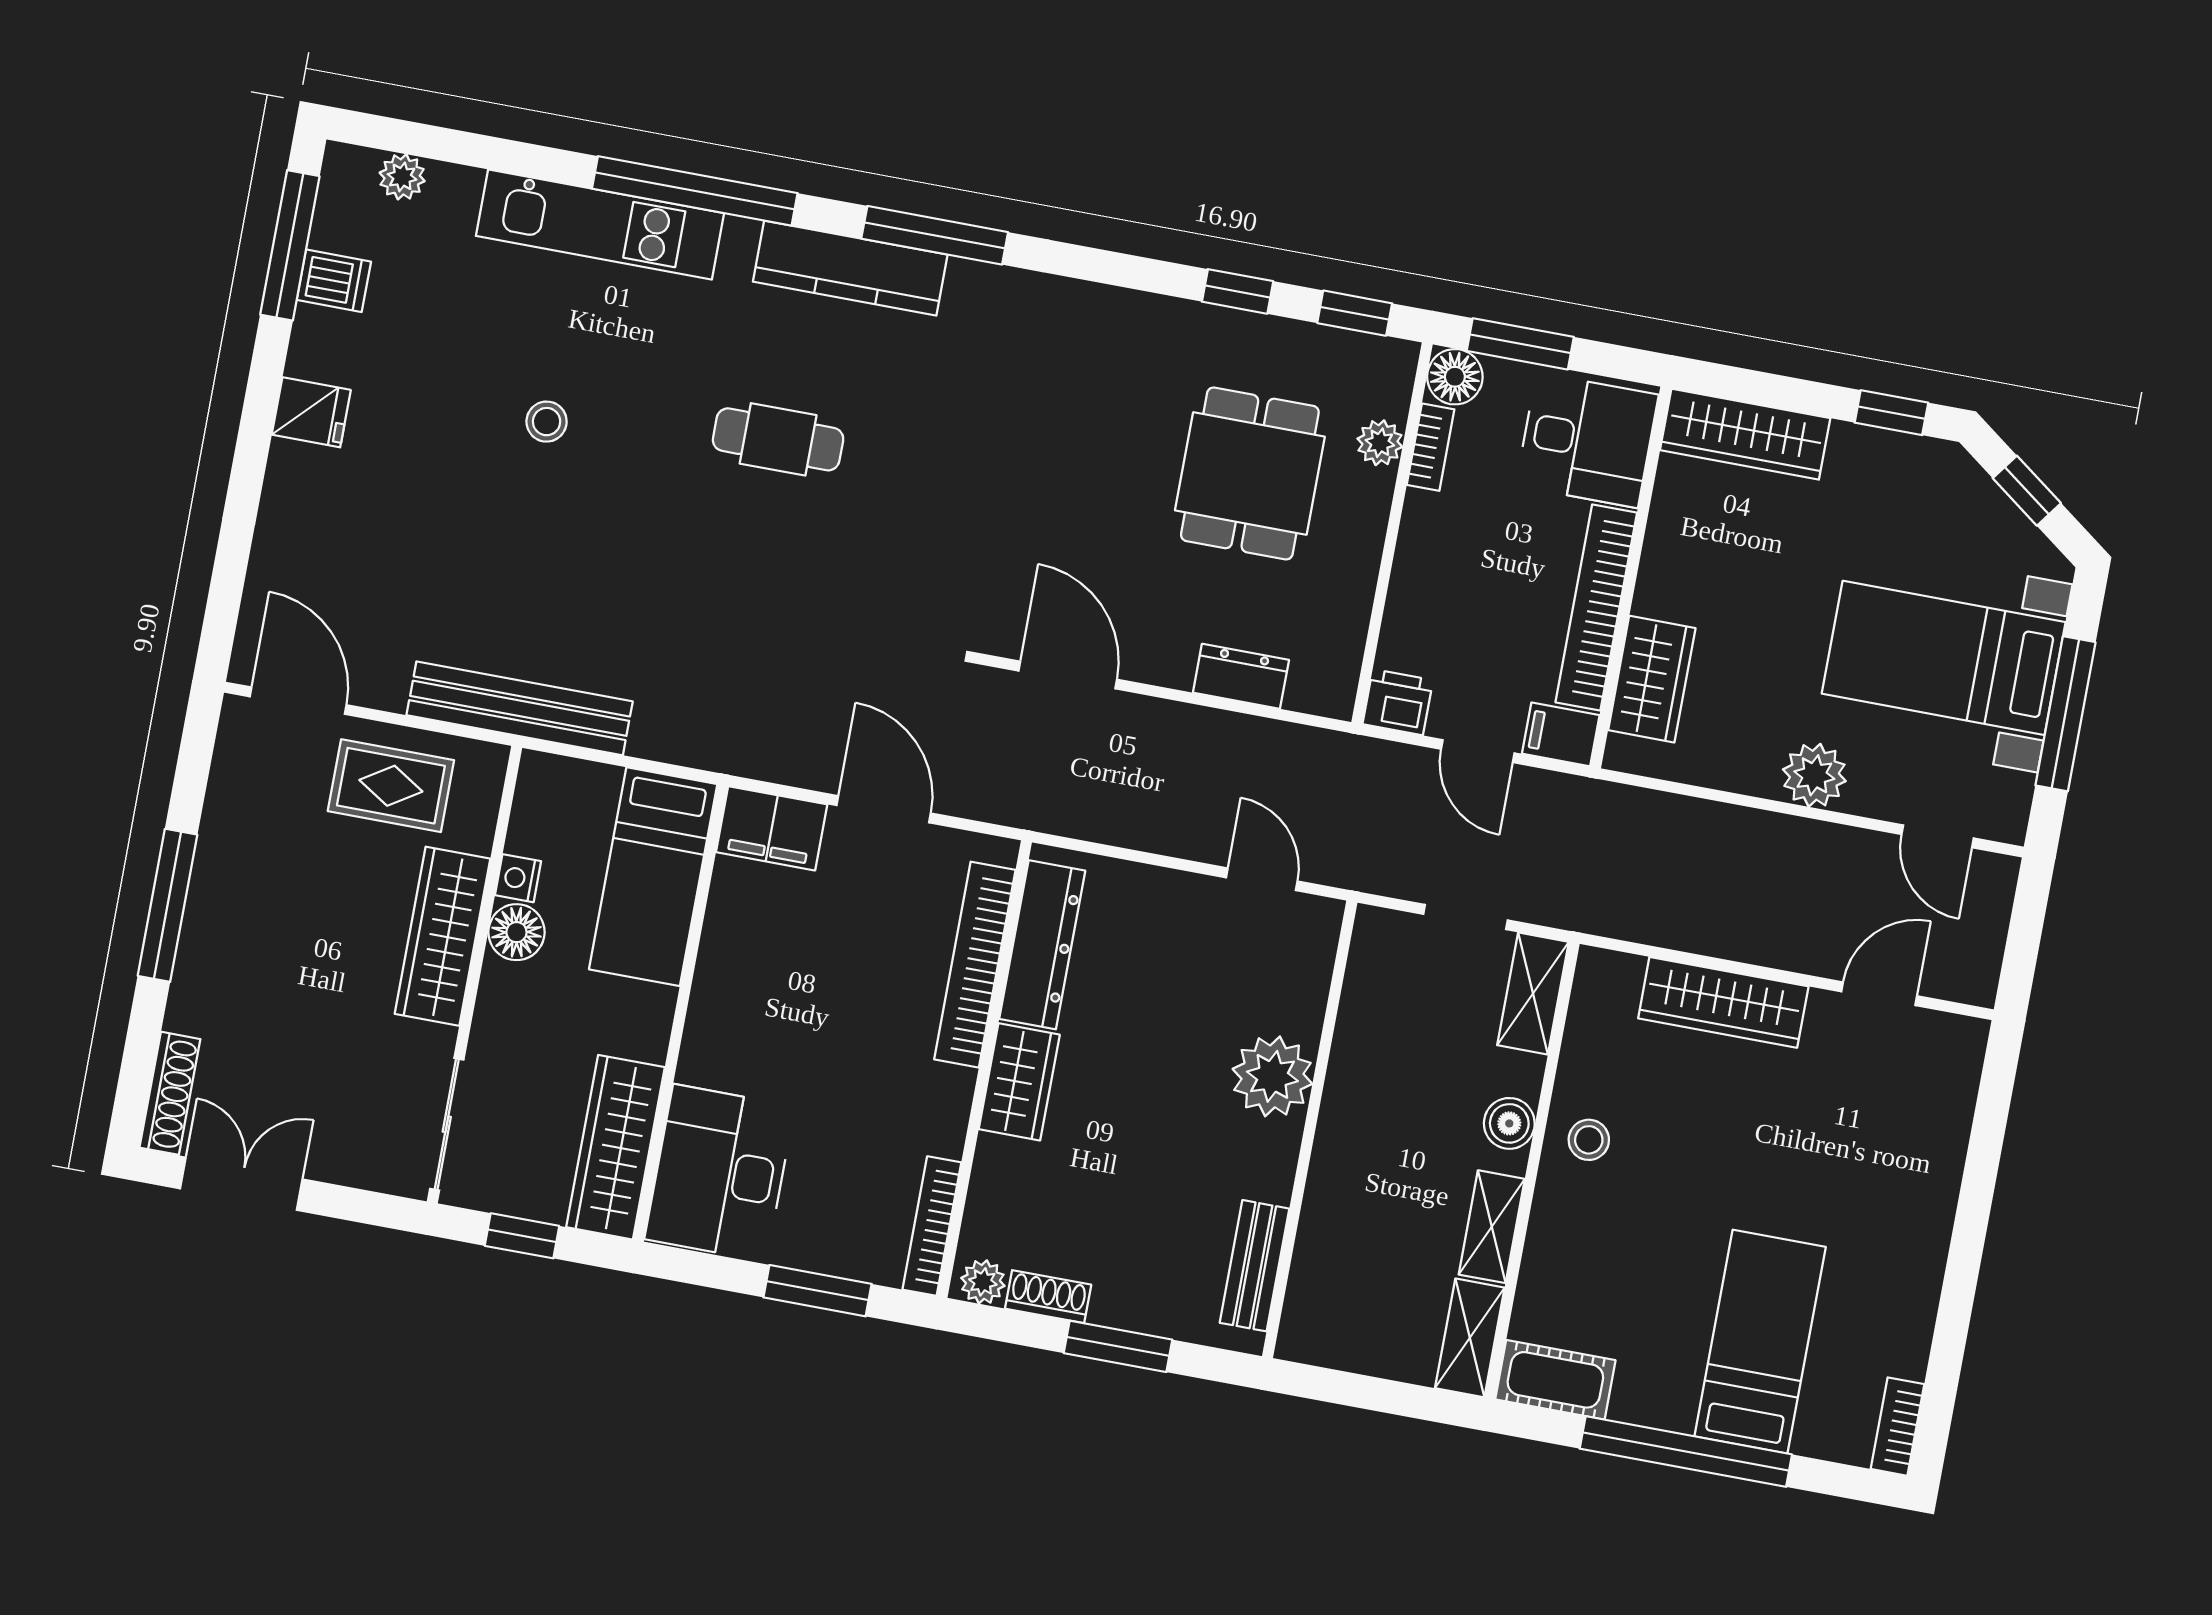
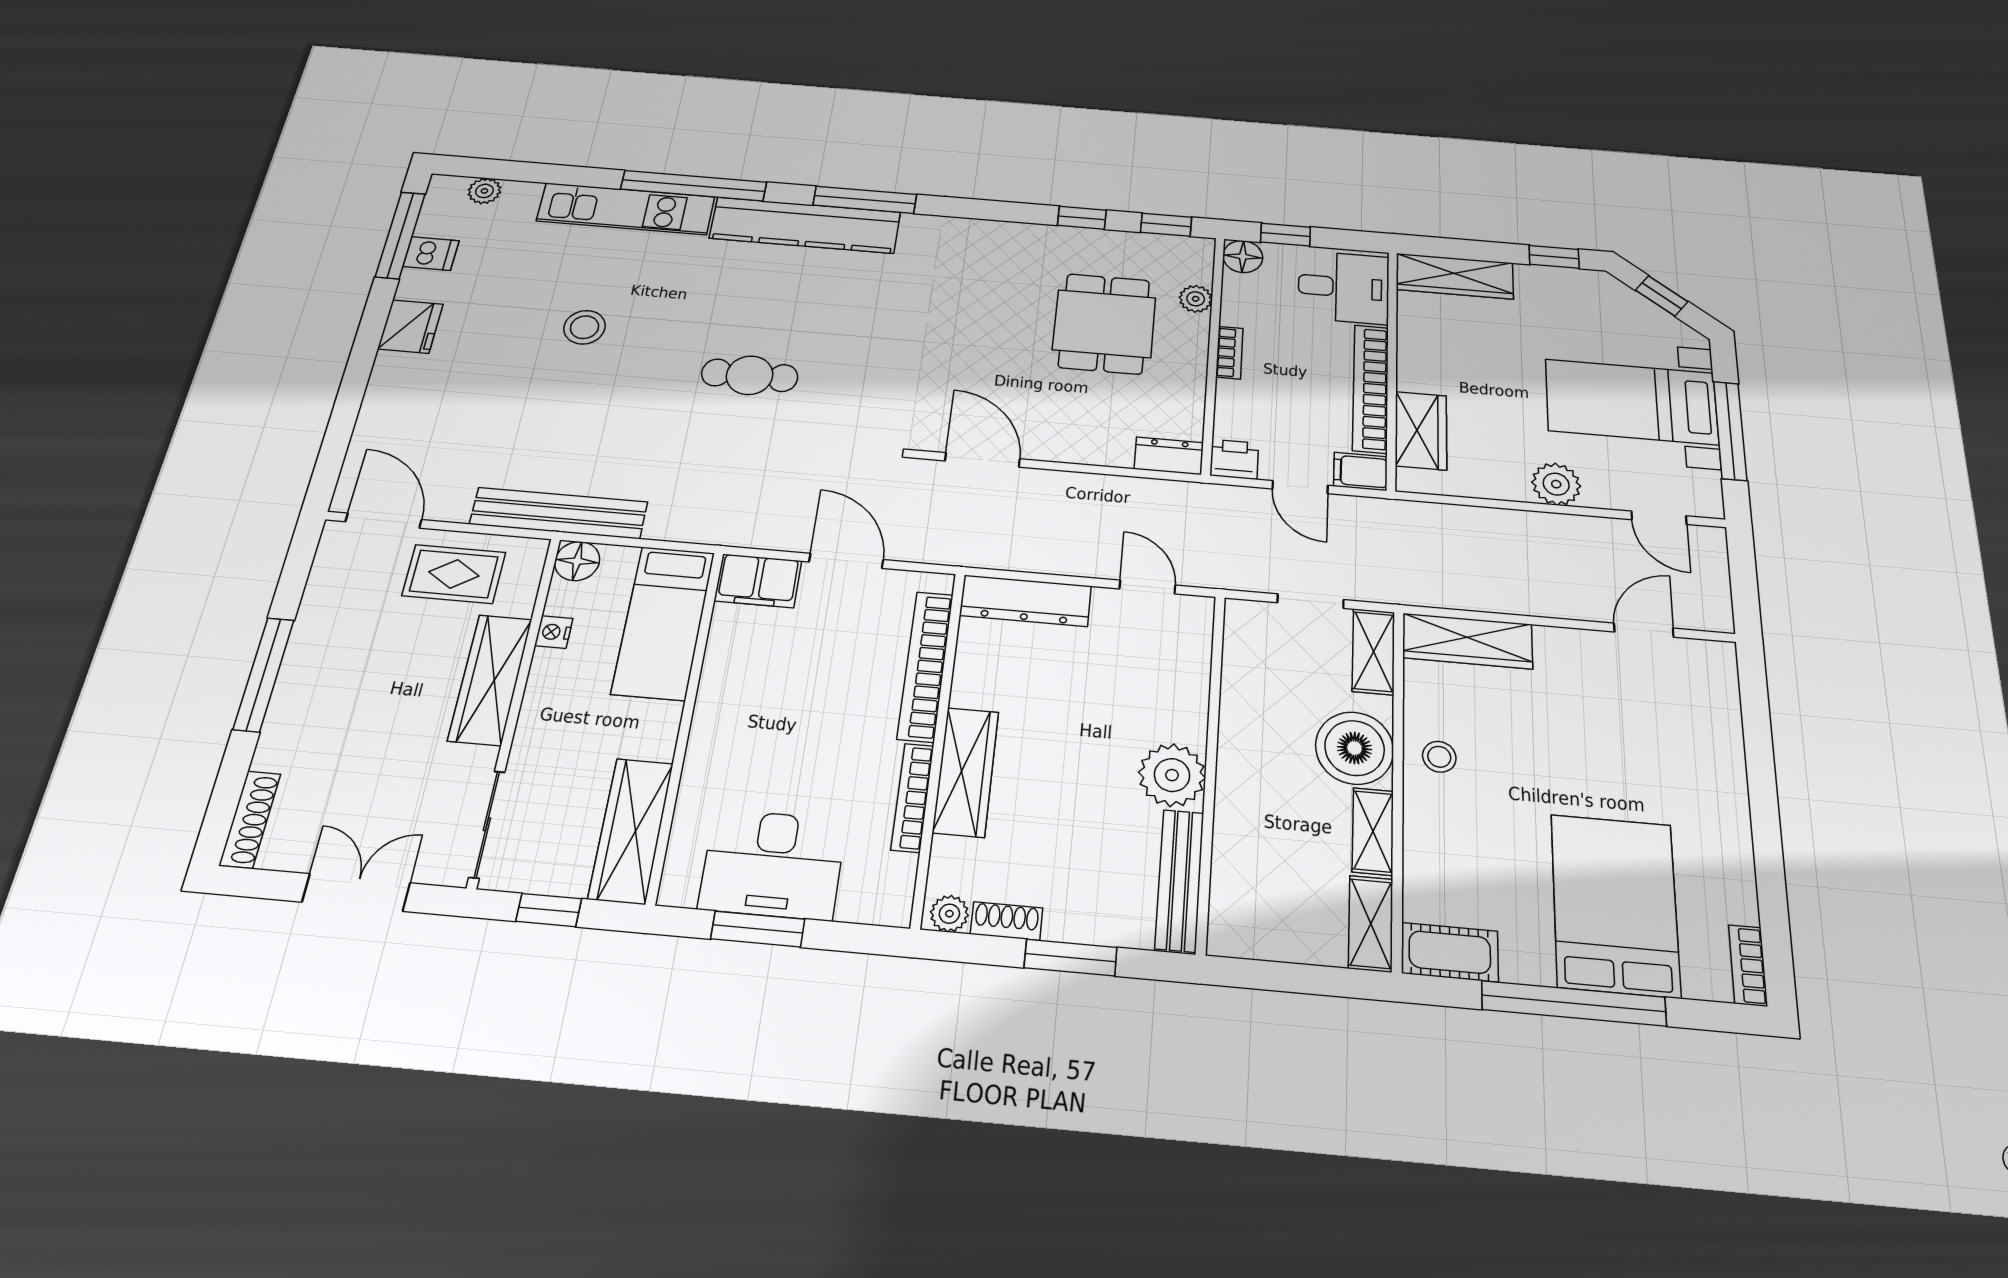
kitchen counter: (850, 268) -> (805, 225), width x1.39, depth x1.17
window: (1520, 344) -> (1285, 235), width x0.67
fridge: (311, 412) -> (410, 327), width x1.38
stool: (547, 422) -> (585, 327), width x1.37, depth x1.37
cafe table: (778, 439) -> (750, 375), moved
bookcase: (1431, 447) -> (1229, 353), moved
dresser: (1241, 676) -> (1169, 456), moved
floor lamp: (516, 932) -> (577, 561), moved
dresser: (1042, 945) -> (1026, 601), moved, turned 90
wardrobe: (1723, 1002) -> (1467, 641), moved
plant: (1272, 1076) -> (1172, 775), moved
wardrobe: (1019, 1082) -> (966, 772), width x1.50
boiler: (1509, 1123) -> (1355, 748), width x1.86, depth x1.86
desk: (720, 1173) -> (773, 864), moved, turned -90
double door: (241, 1184) -> (356, 892), moved
bookcase: (932, 1226) -> (912, 798), moved
bench: (1255, 1266) -> (1180, 880), width x1.36
window: (818, 1291) -> (758, 929), moved
bed: (1760, 1342) -> (1615, 905), width x1.50

